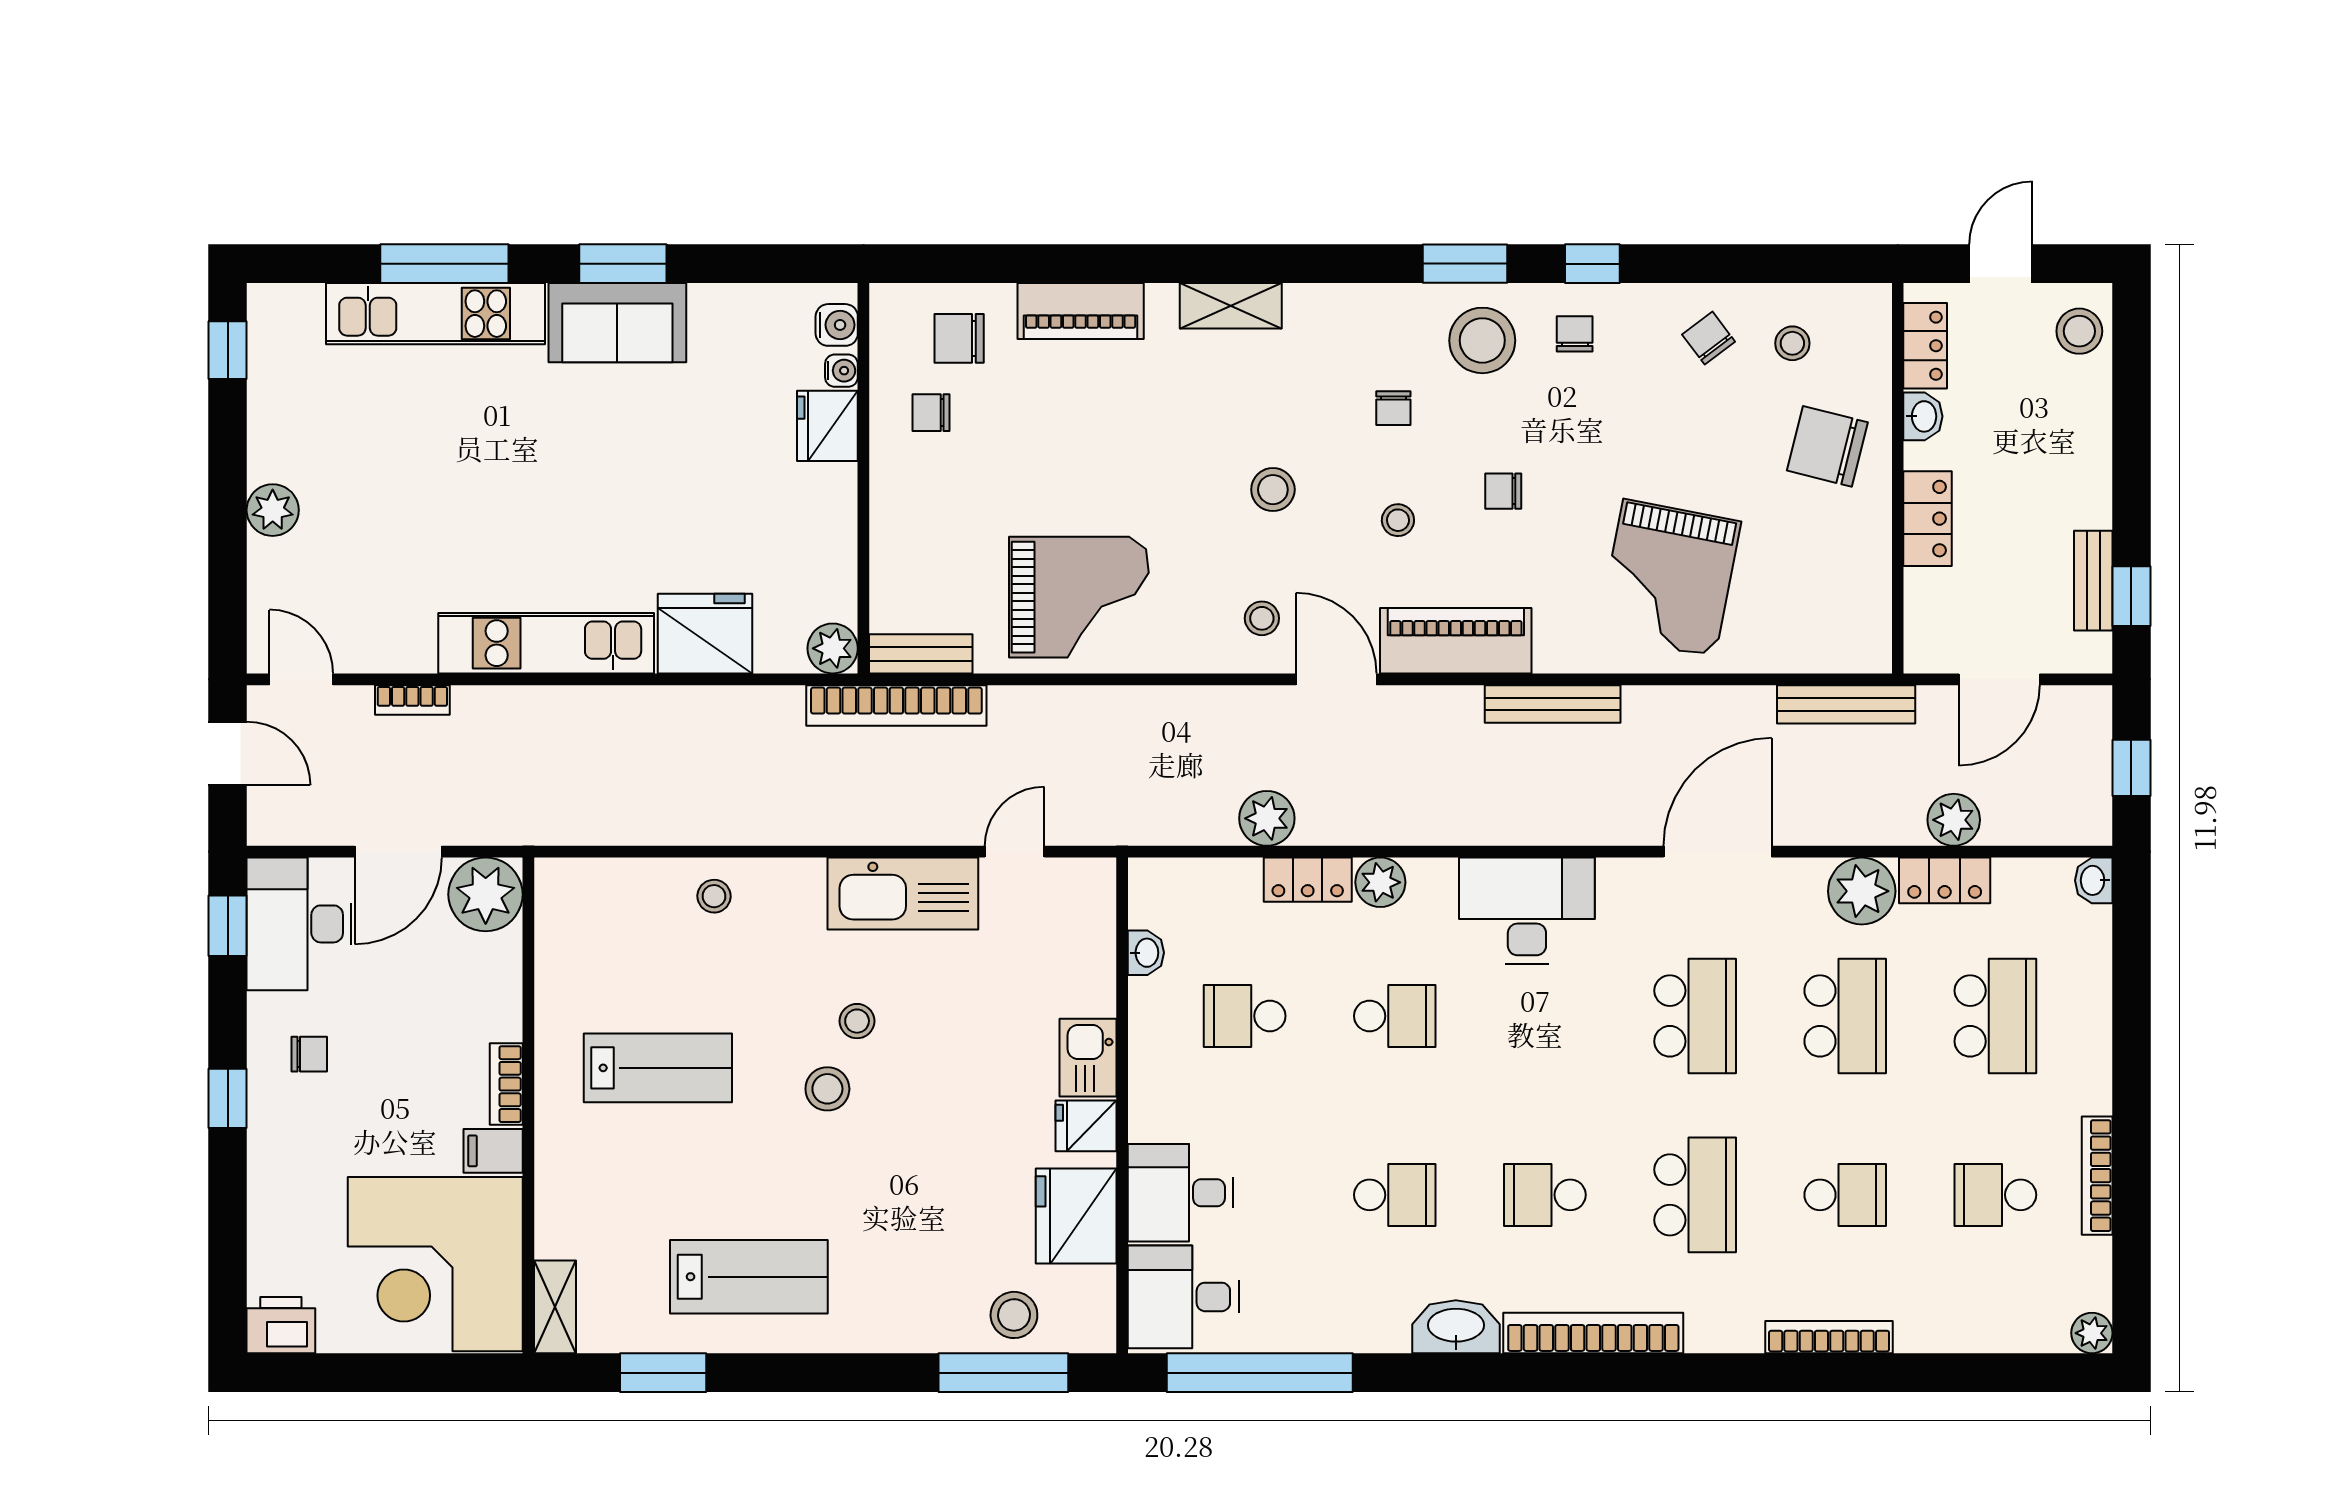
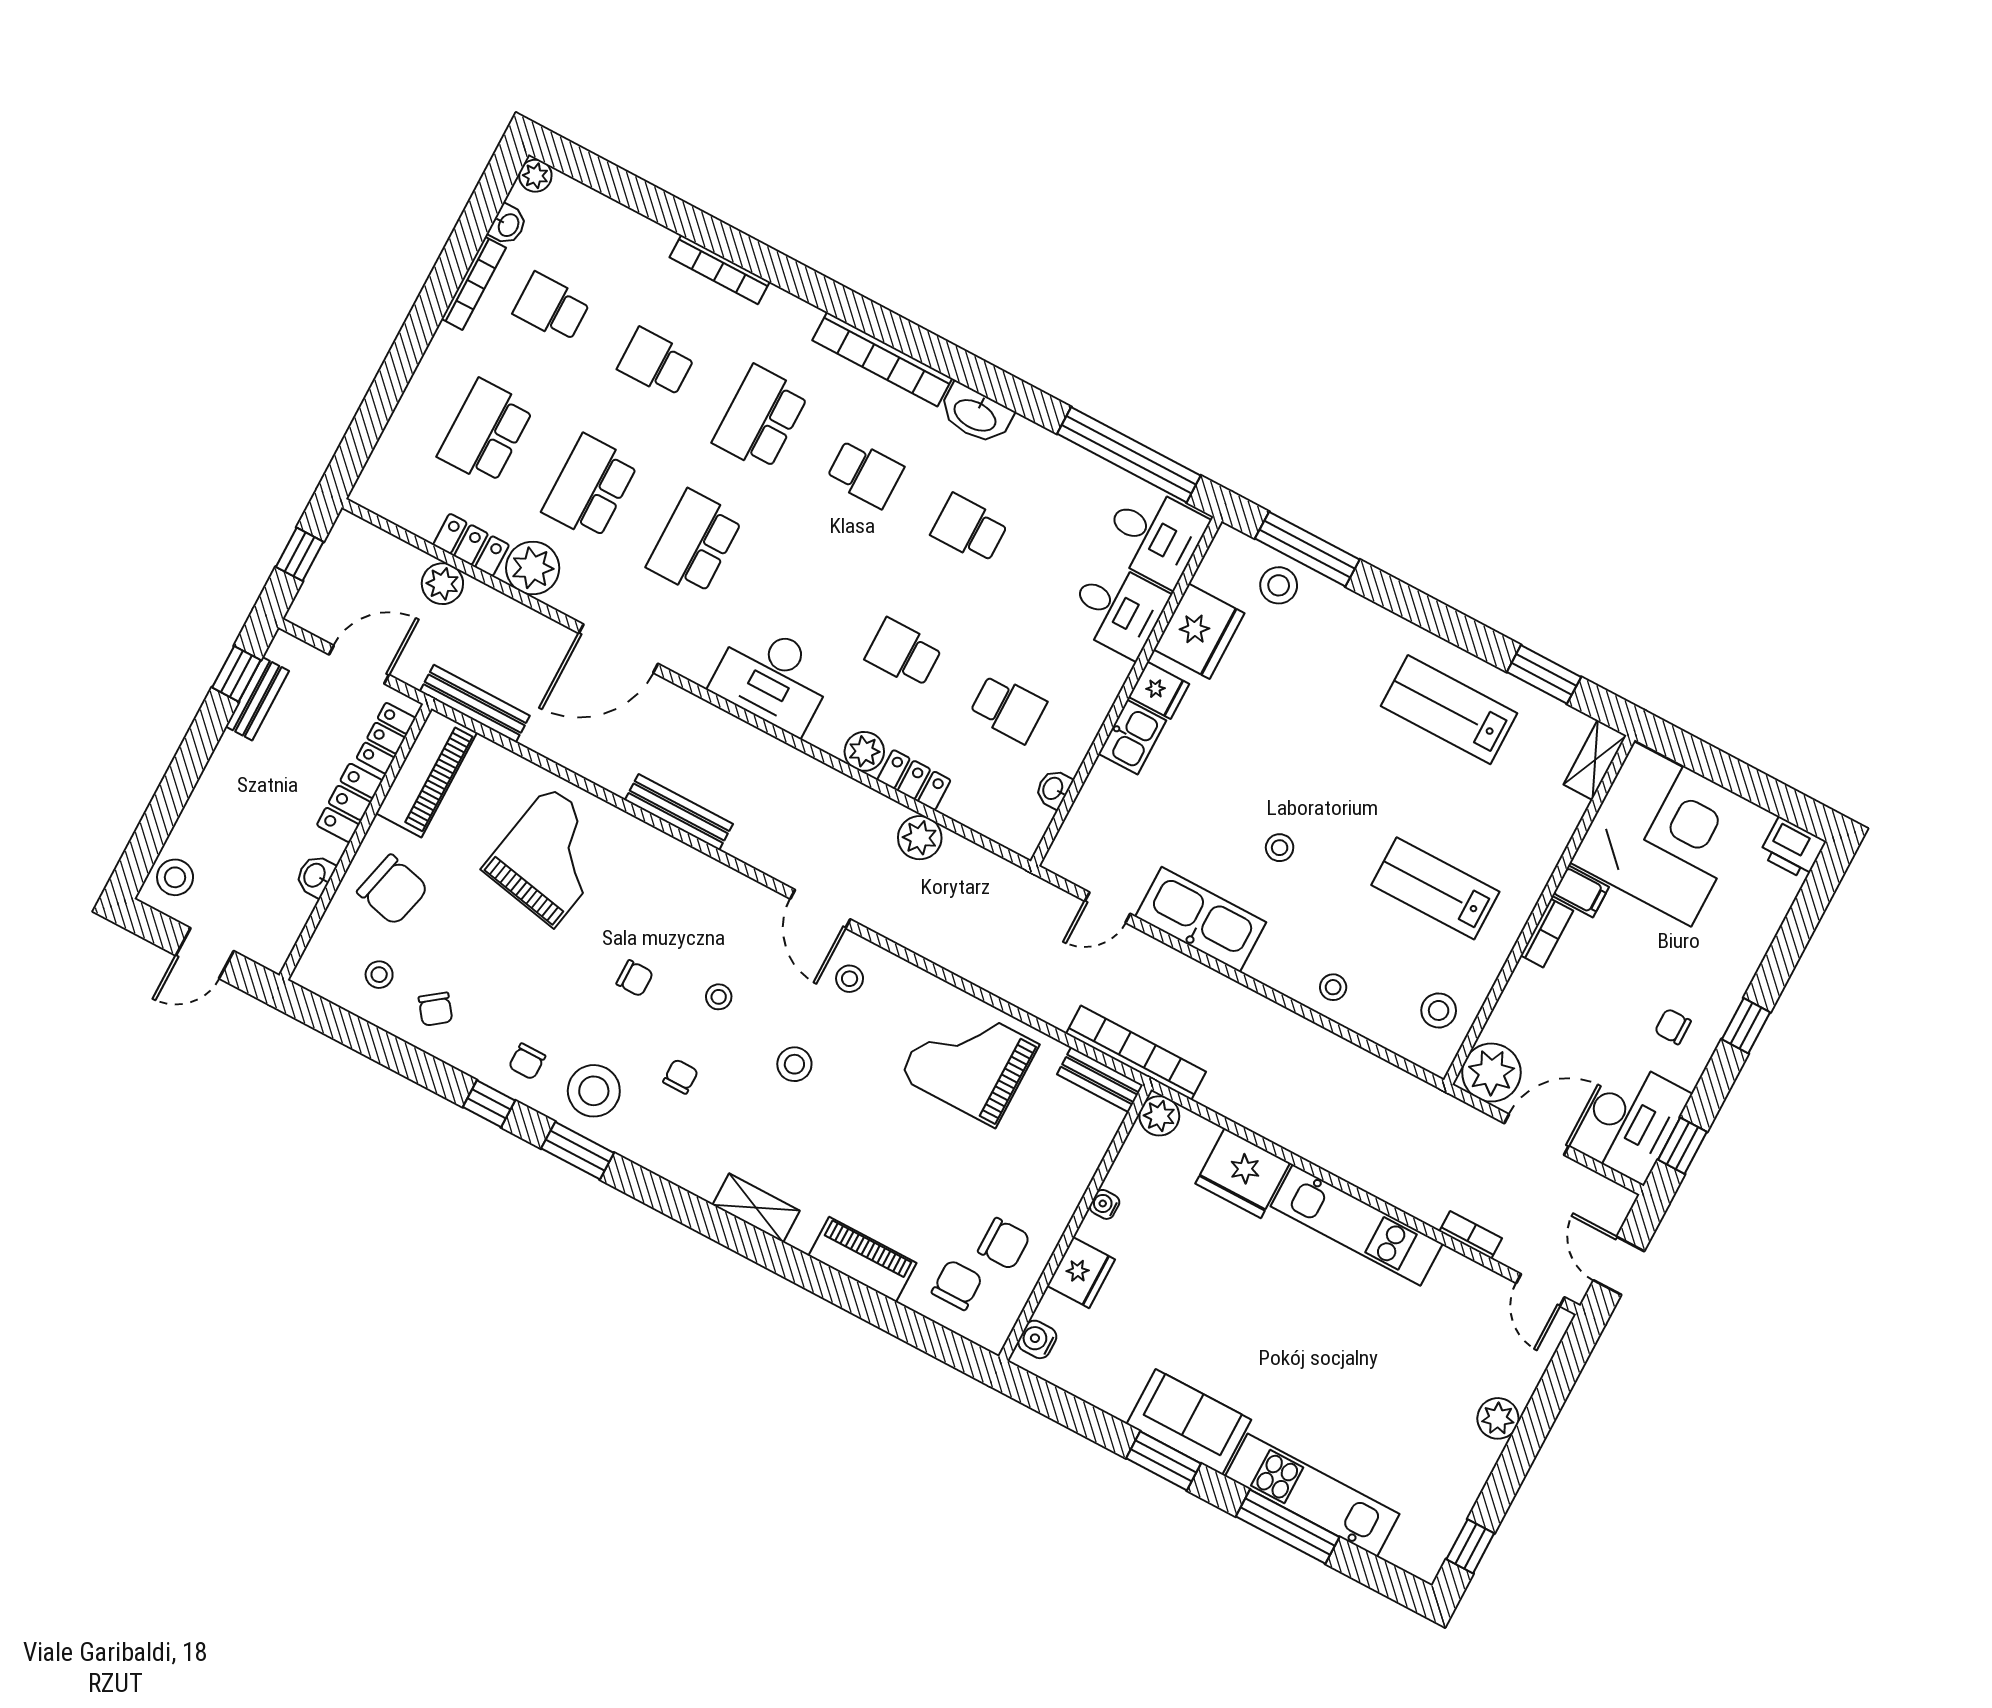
chair: (959, 338) -> (957, 1285), turned -90
locker: (1925, 346) -> (386, 738), moved
water cooler: (841, 371) -> (1105, 1204), moved
chair: (931, 413) -> (1004, 1244), width x1.37, depth x1.37
piano: (1456, 641) -> (426, 773), moved, turned -90
washbasin: (2094, 880) -> (508, 225), moved
stool: (827, 1089) -> (1439, 1010), moved
school desk: (1995, 1195) -> (552, 307), turned 180

